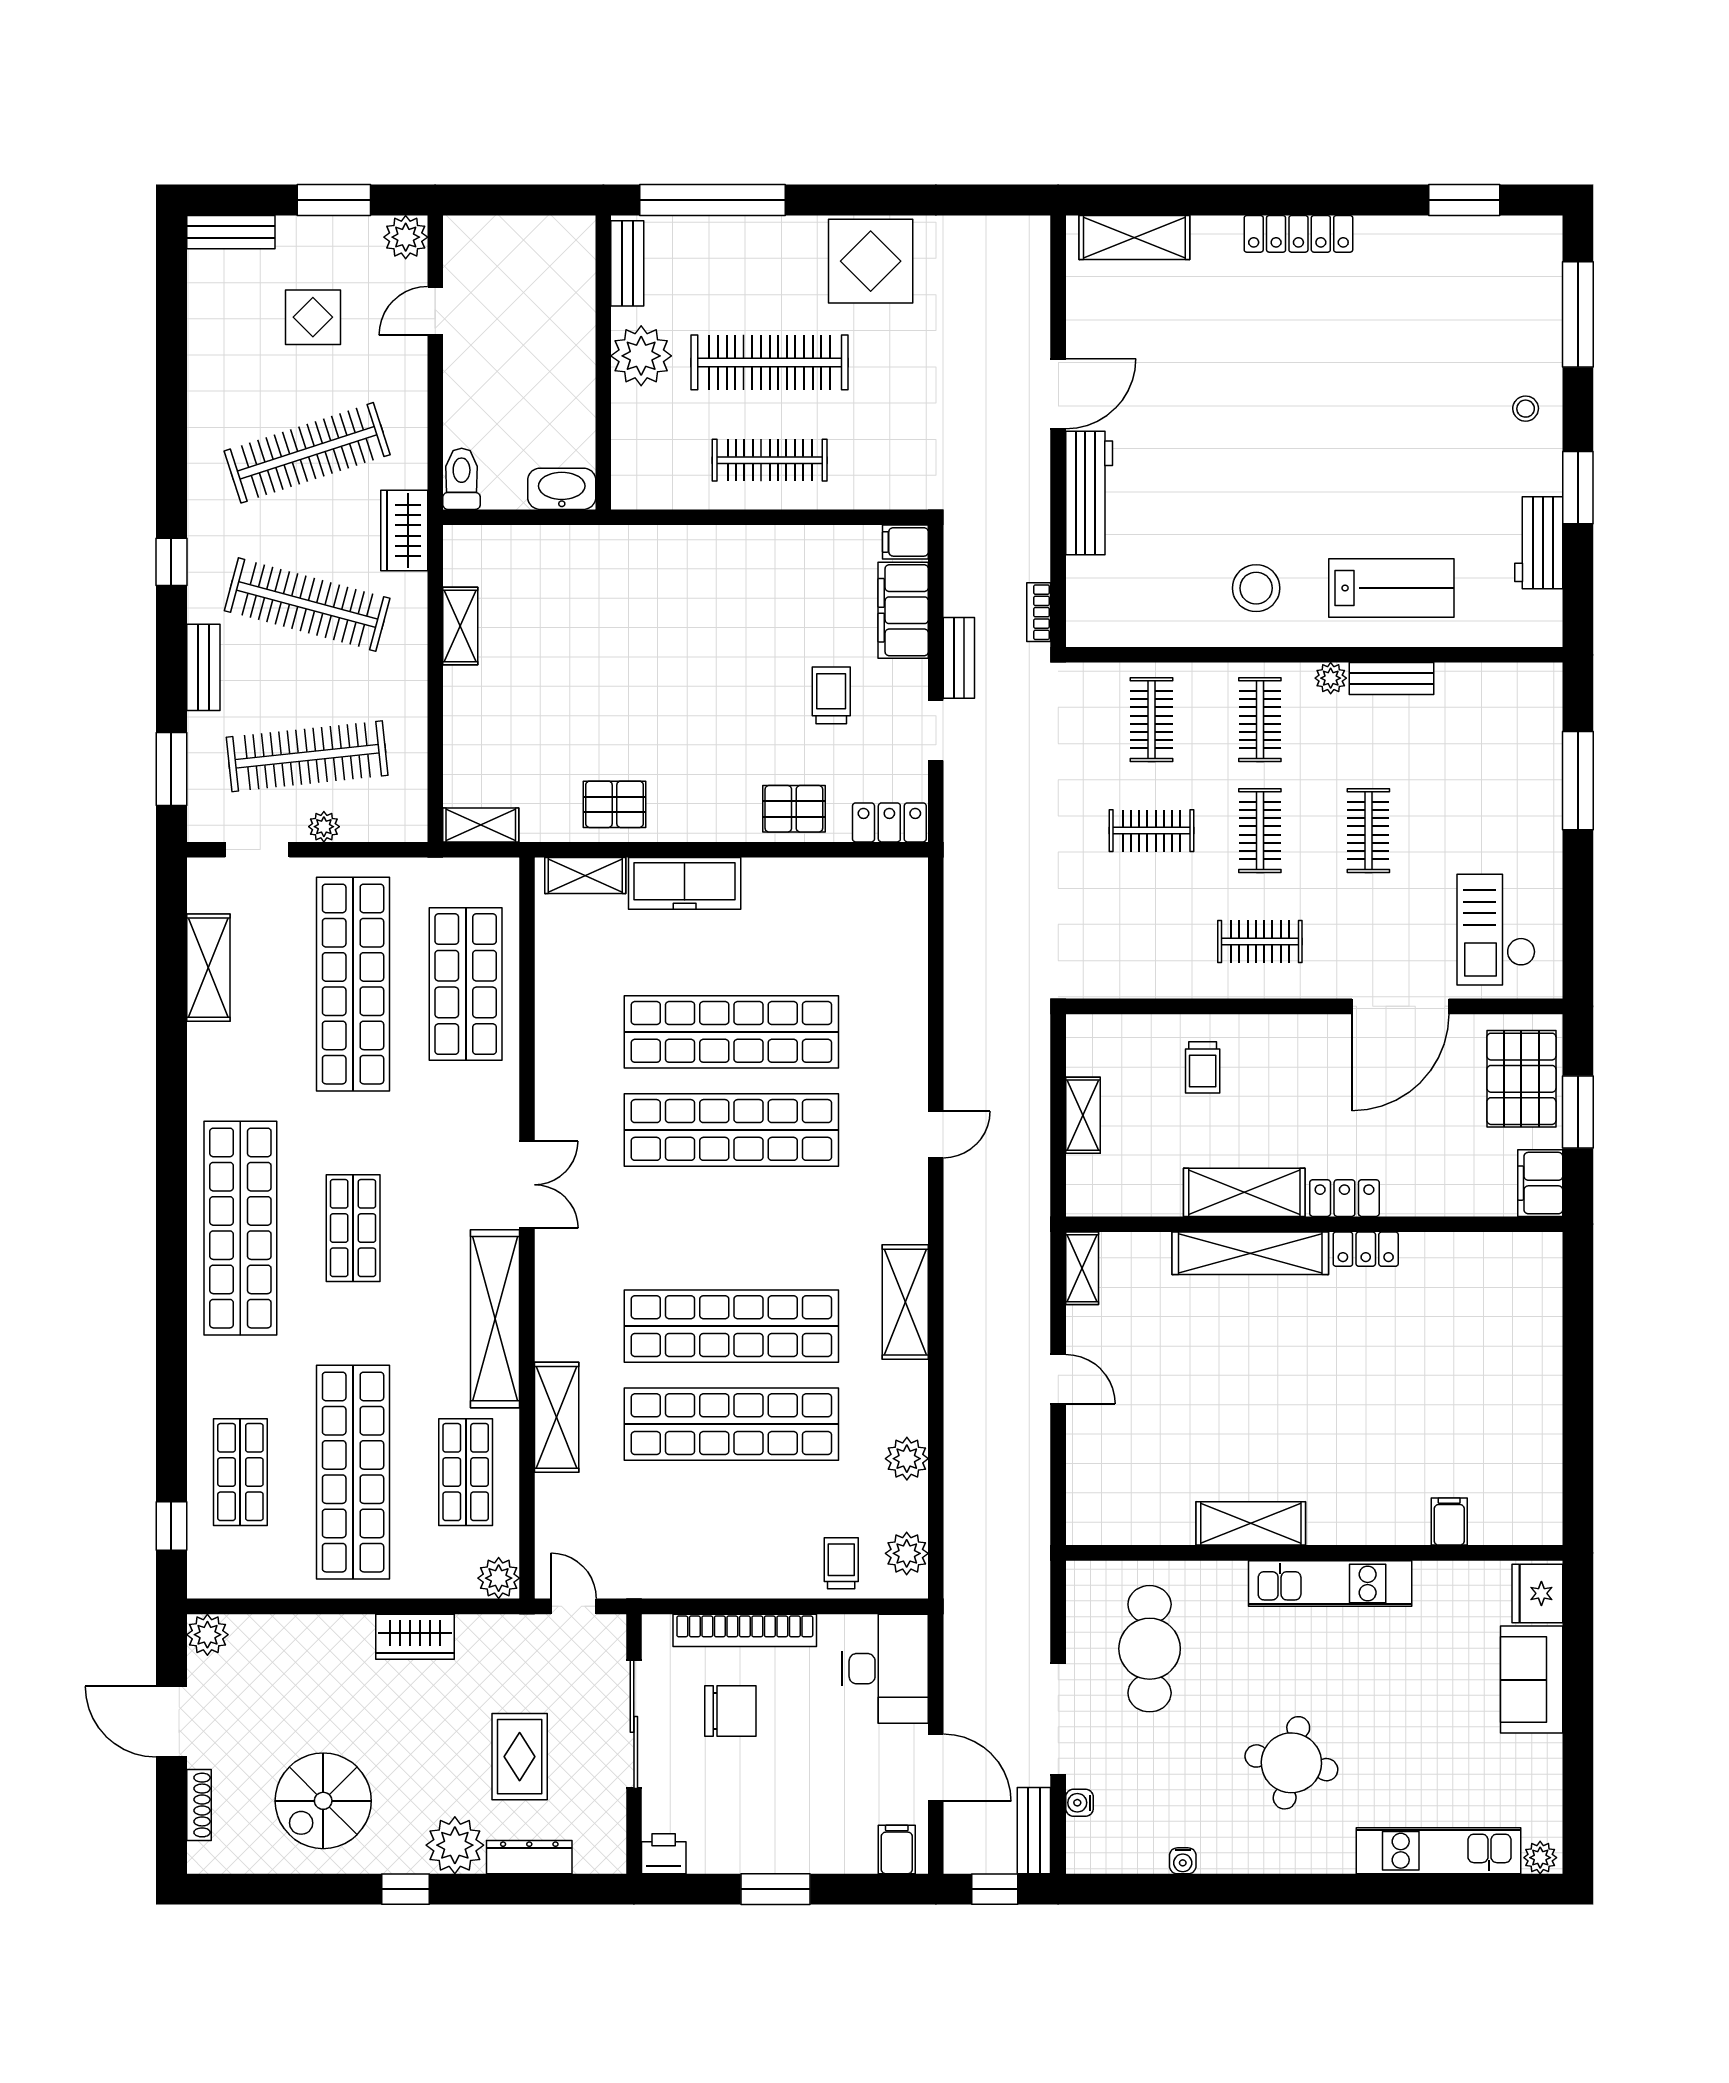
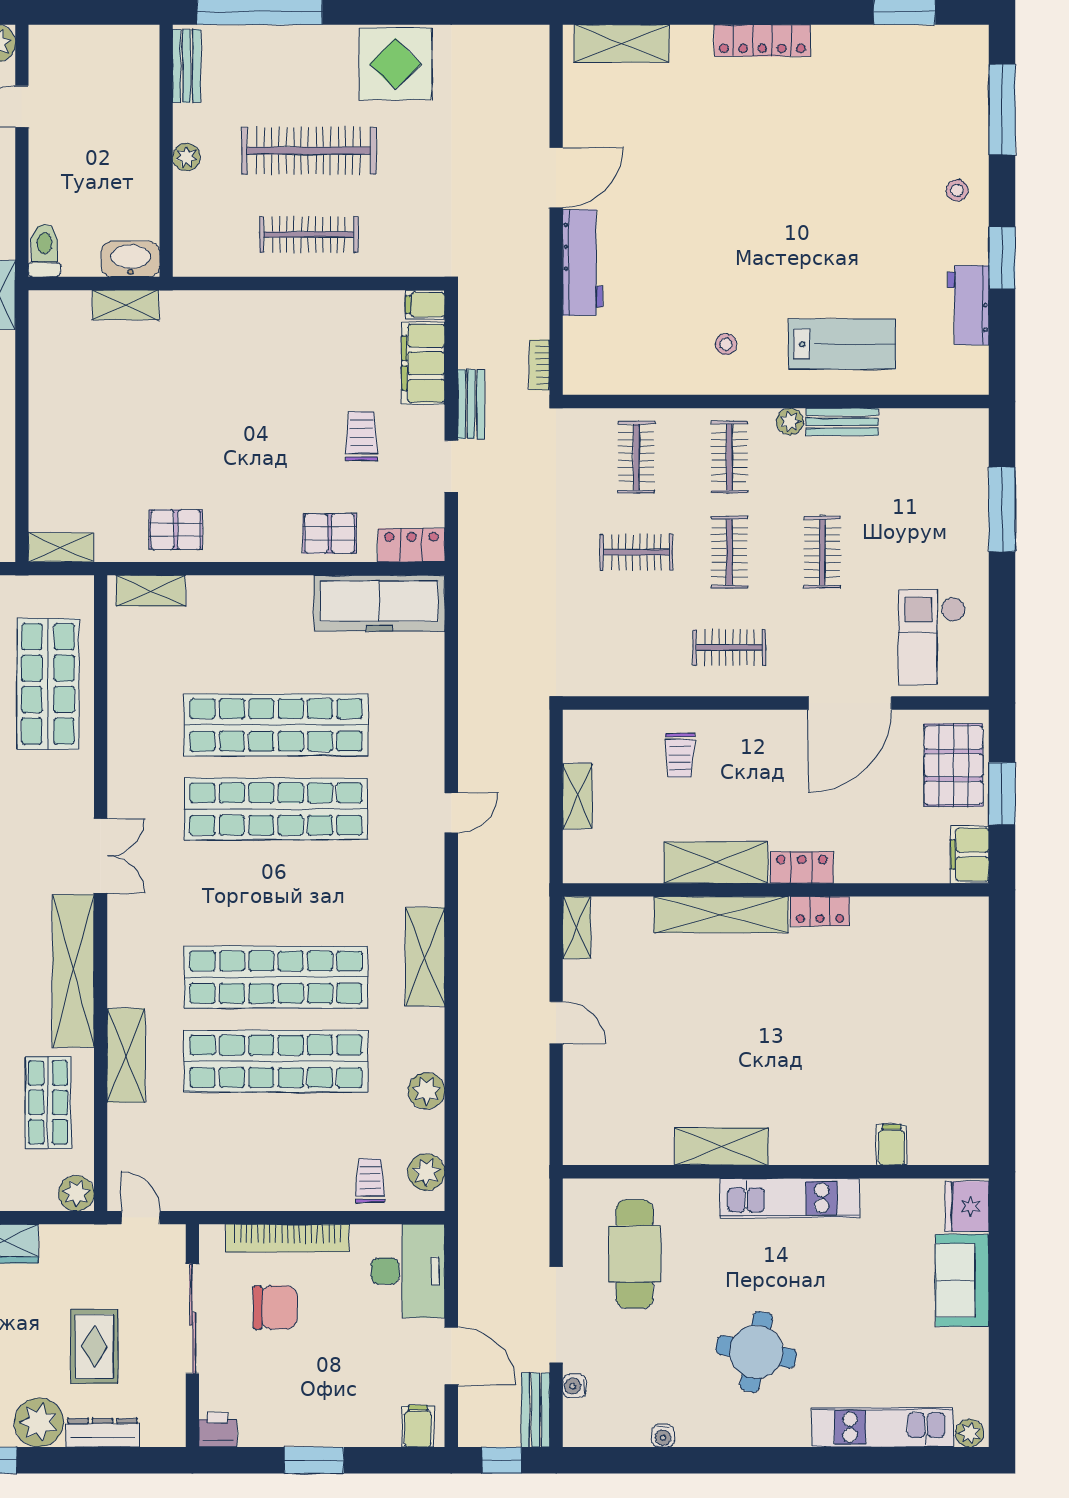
plant: (641, 356) -> (186, 157), width x0.53, depth x0.53
stool: (1256, 588) -> (726, 344), width x0.53, depth x0.53
shelving: (460, 626) -> (126, 305), moved, turned 90
freezer: (685, 883) -> (379, 603), moved, width x1.36, depth x1.26

